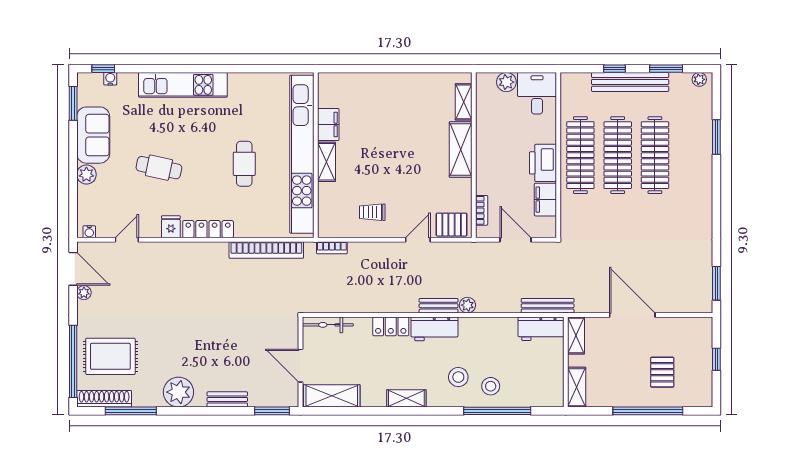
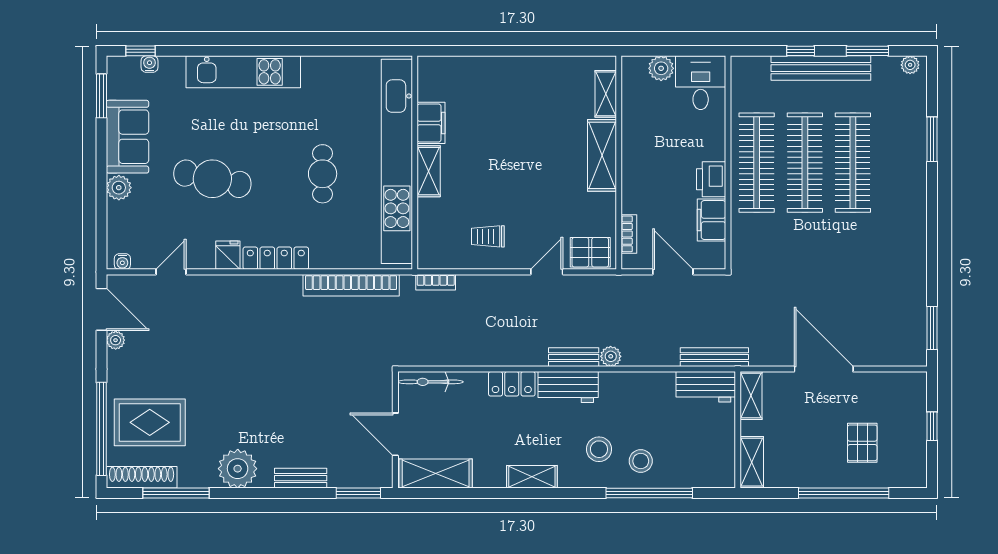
printer: (543, 163) -> (711, 179), width x0.73, depth x0.84
cafe table: (159, 168) -> (212, 179), width x1.37, depth x1.35

